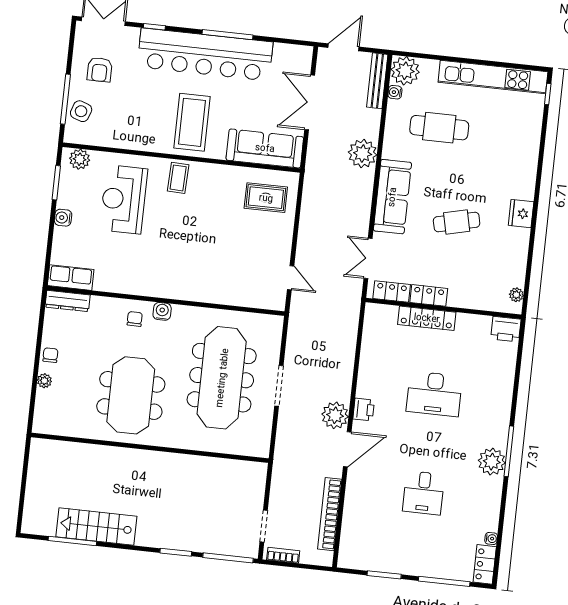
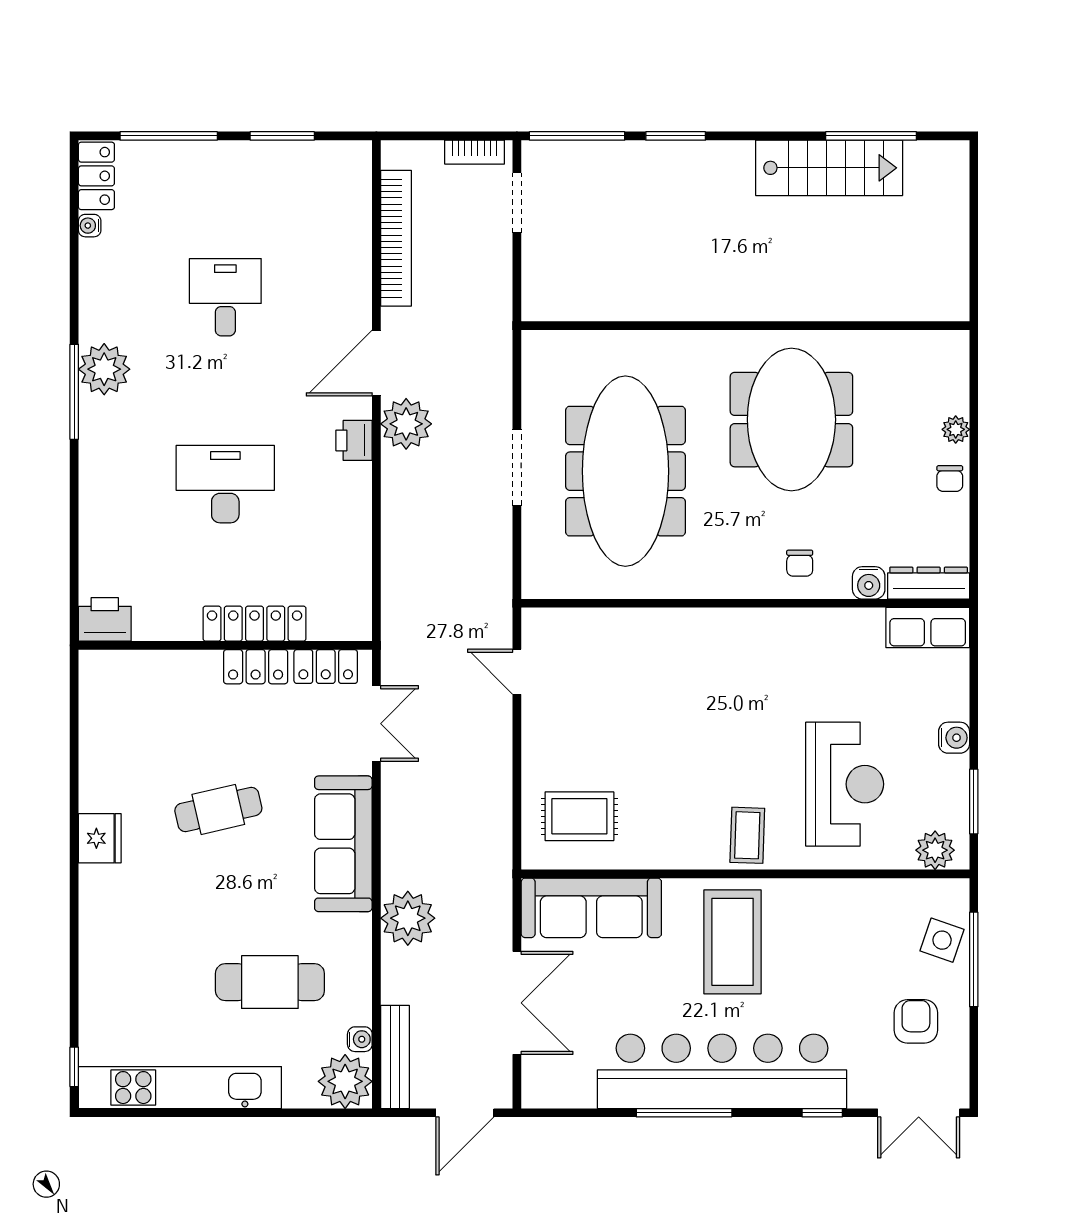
plant: (516, 295) -> (92, 686), removed
water cooler: (162, 311) -> (869, 583), moved

